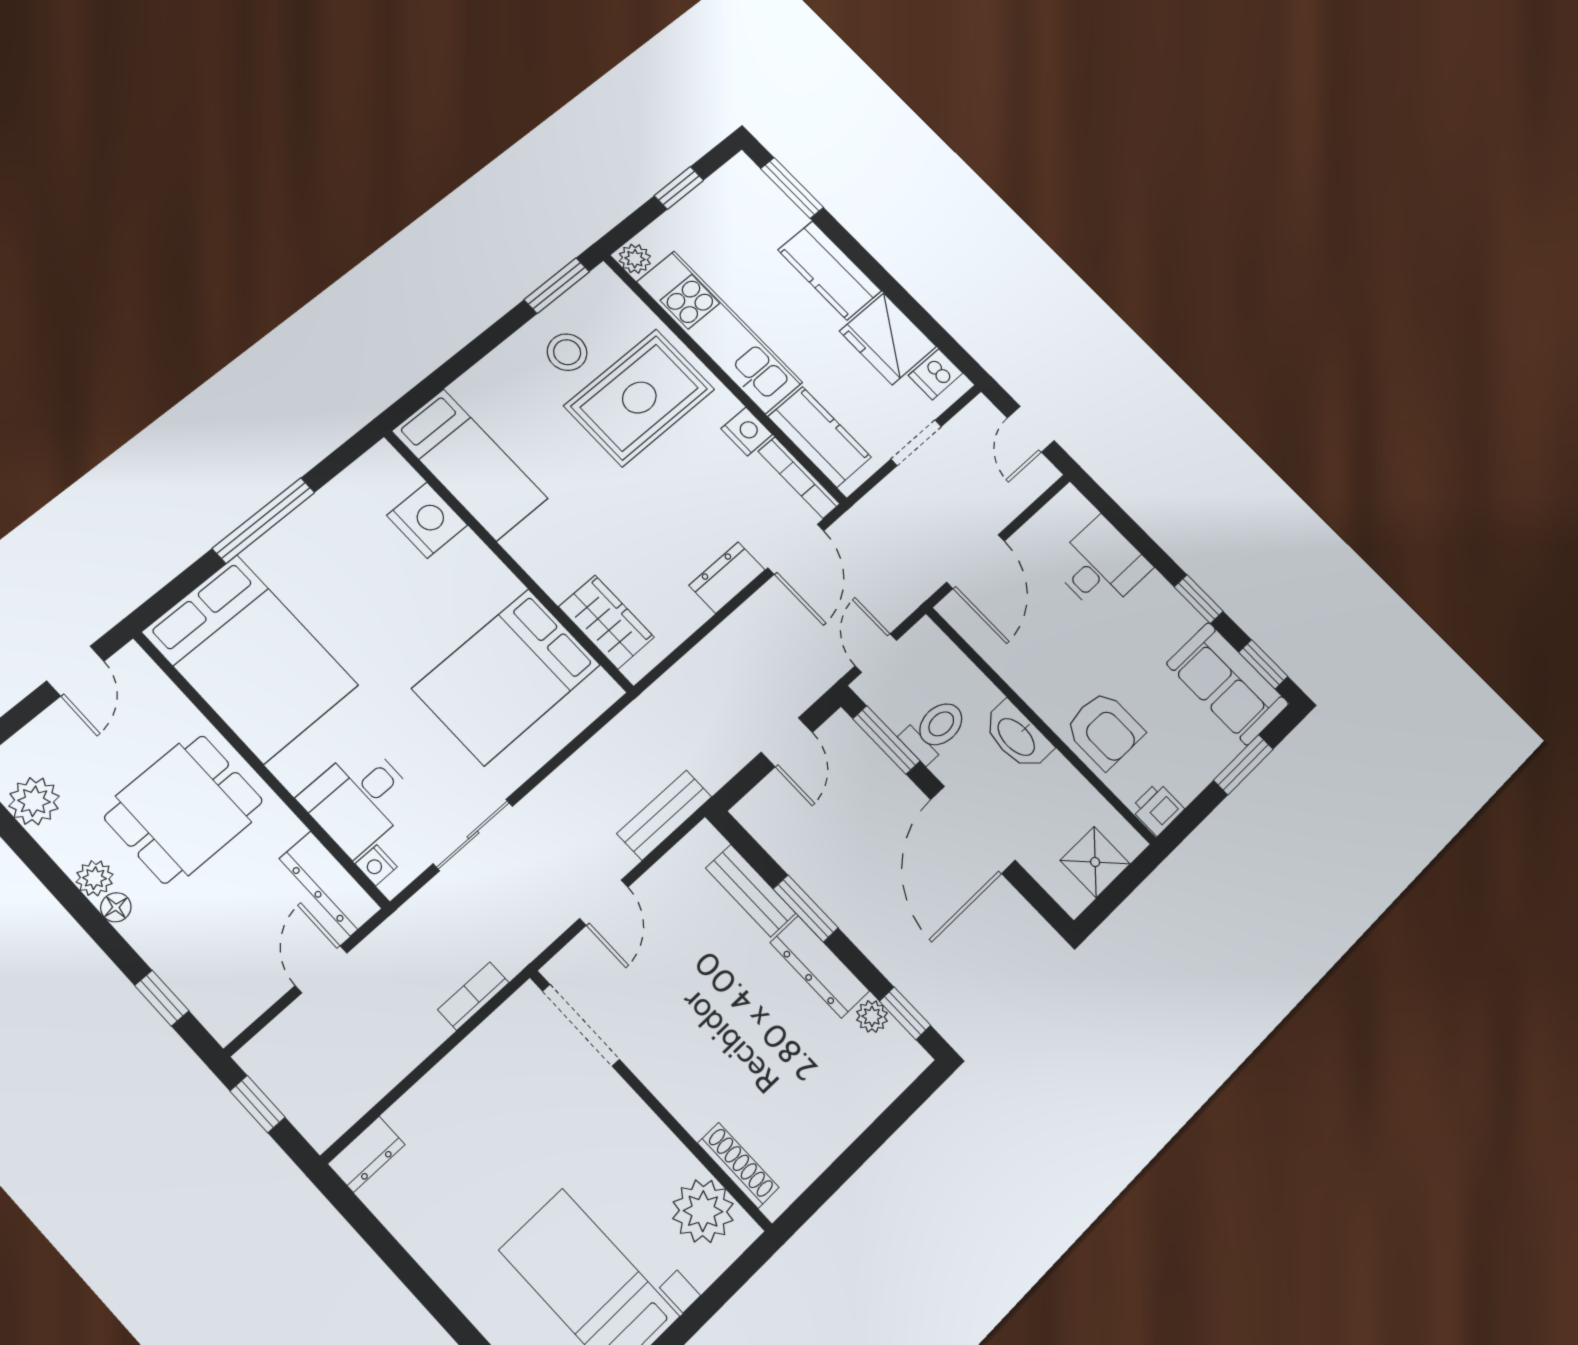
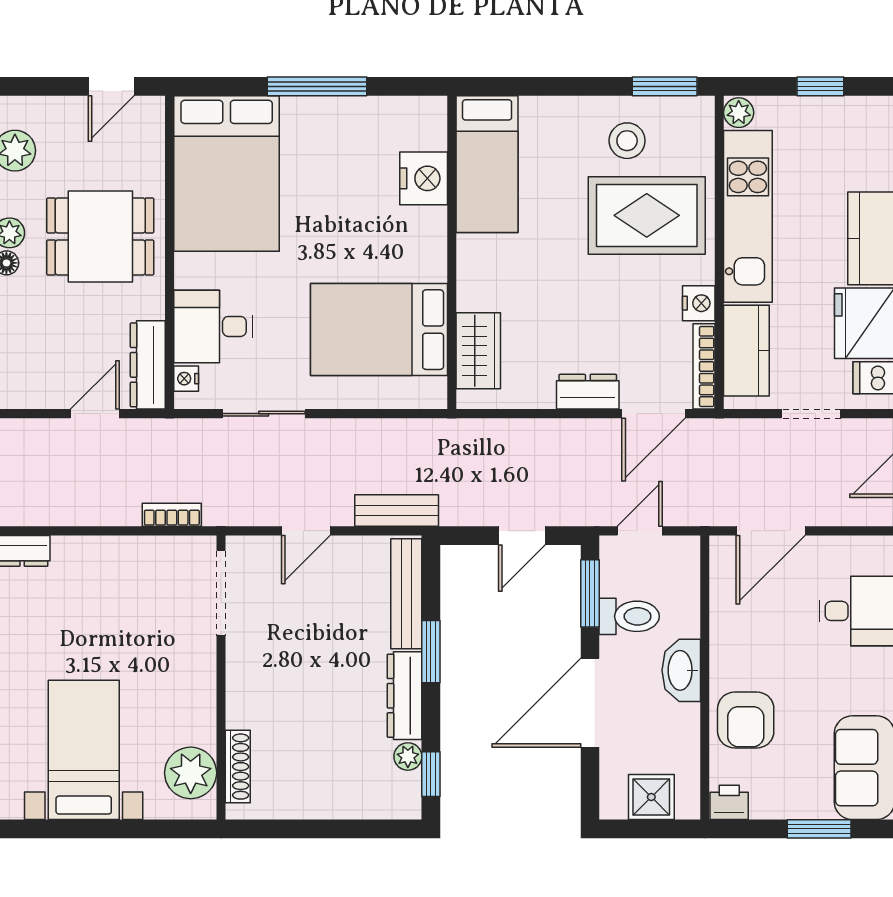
bench: (751, 891) -> (406, 594), width x1.36

